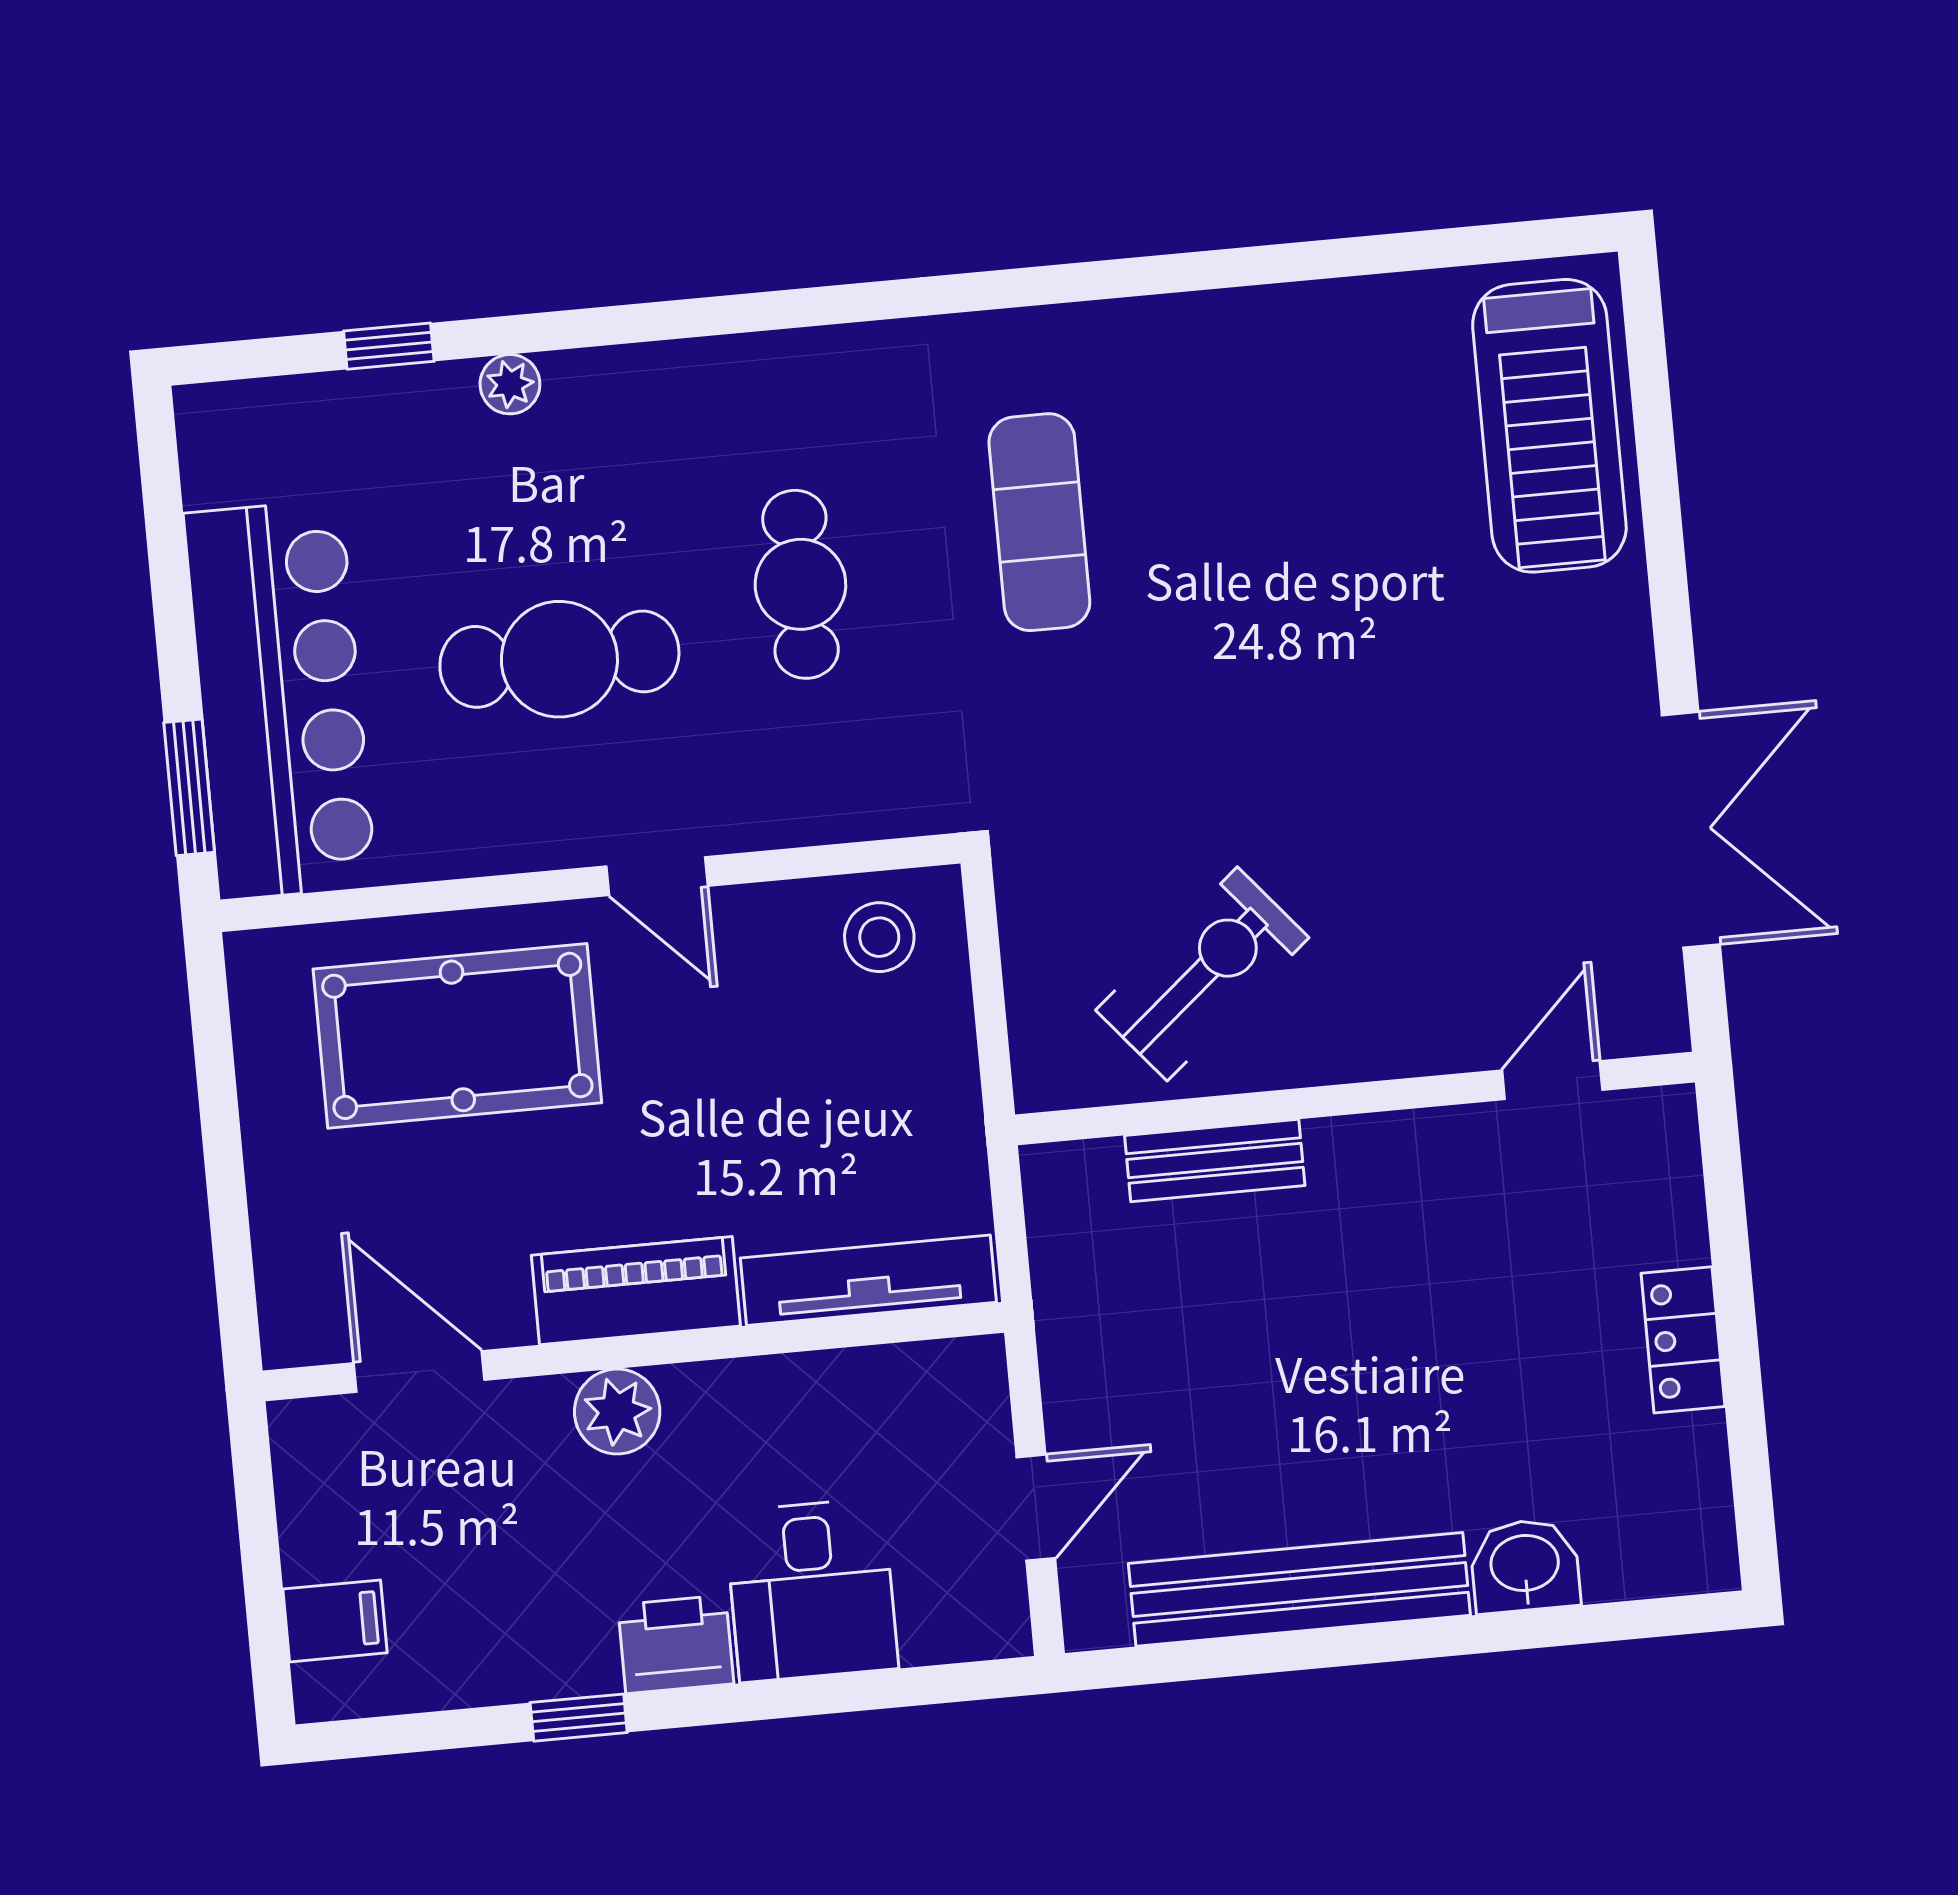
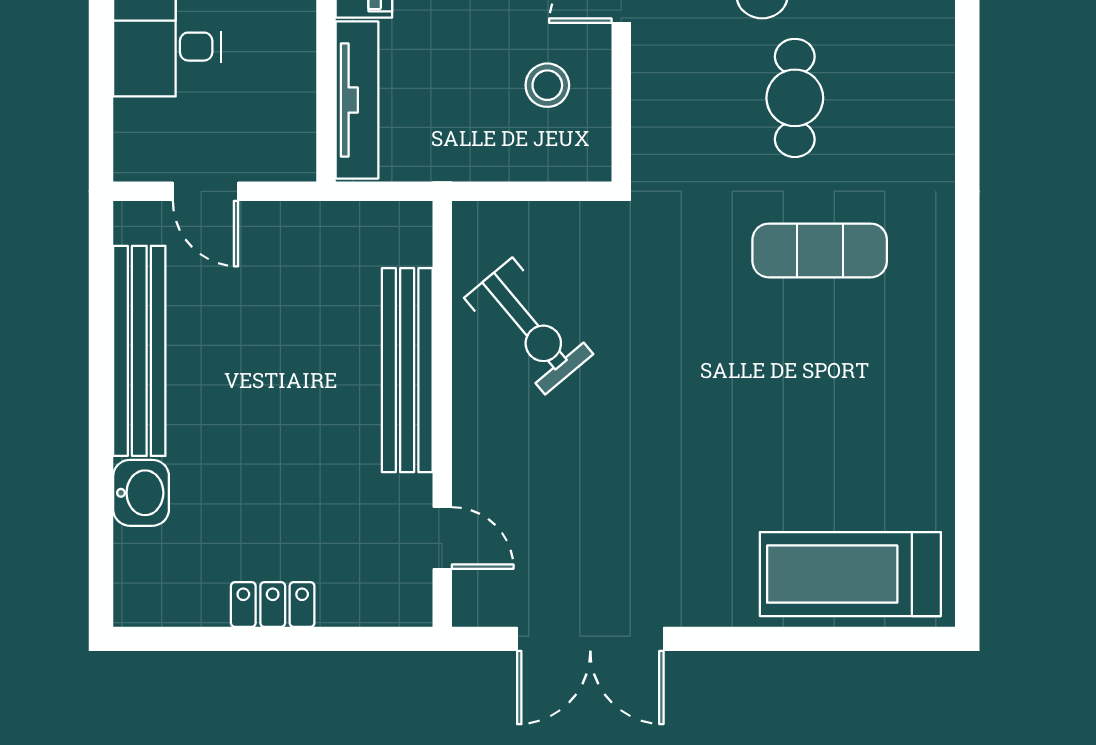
cafe table: (800, 584) -> (795, 98), turned 90
stool: (879, 937) -> (547, 85), moved
bench: (1215, 1160) -> (407, 370), width x1.86, depth x1.21

